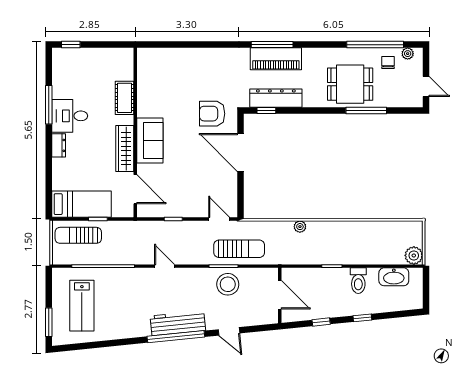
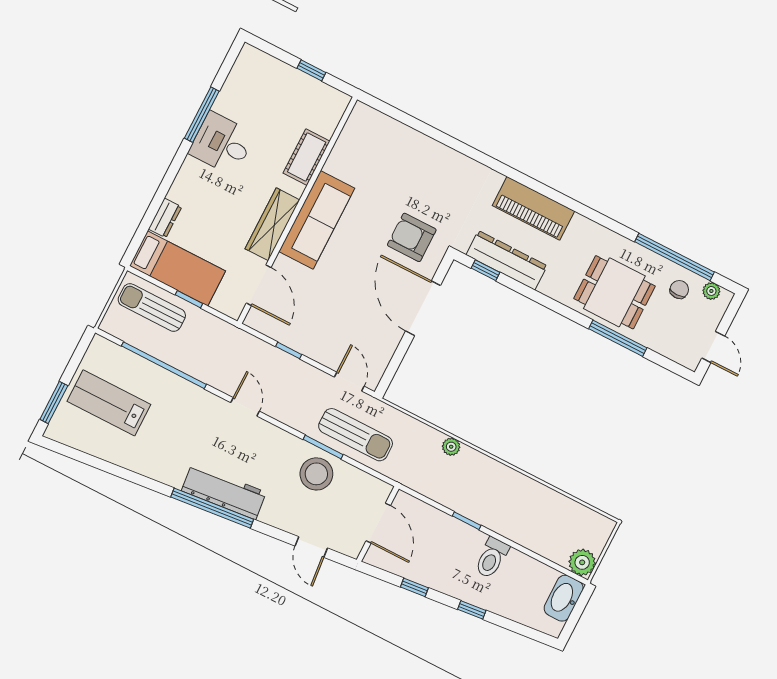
window: (71, 45) -> (311, 70), moved
window: (272, 45) -> (538, 187), removed
sofa: (150, 140) -> (317, 220), width x1.36
dresser: (59, 145) -> (165, 218), moved
washbasin: (394, 277) -> (564, 598), moved, turned 90
lab bench: (82, 306) -> (109, 403), turned 90
door: (229, 331) -> (311, 547), moved

